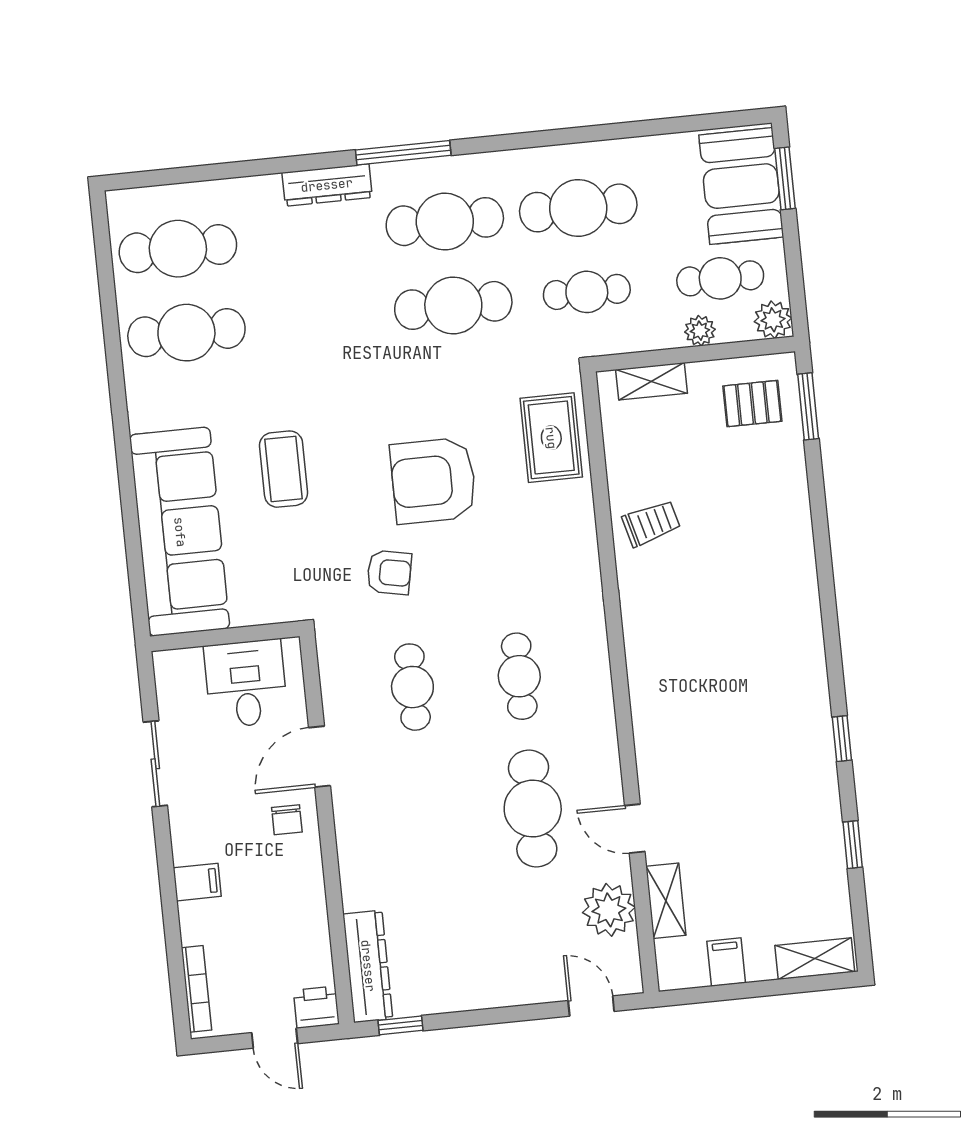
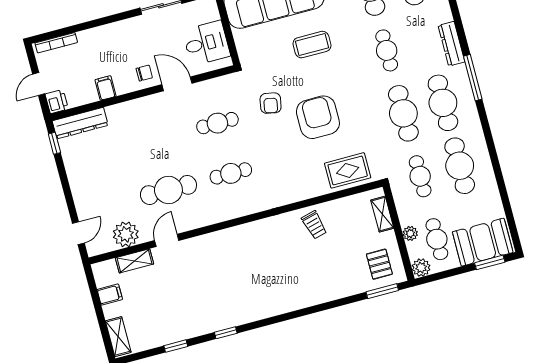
cafe table: (320, 319) -> (387, 50), added
chair: (287, 820) -> (144, 73), turned 180
filing cabinet: (197, 882) -> (106, 88), moved, turned 180

